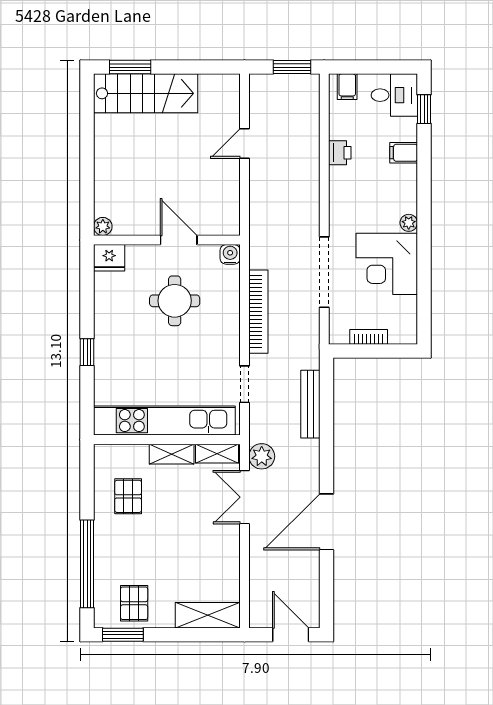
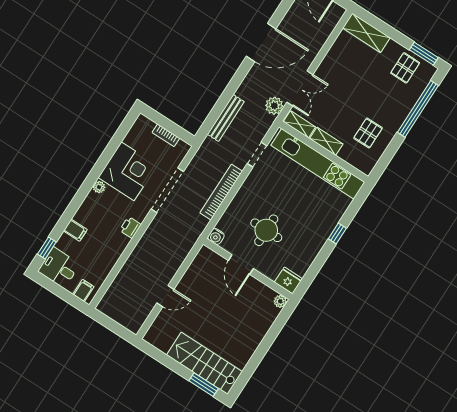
window: (292, 67) -> (108, 323), removed
printer: (340, 153) -> (130, 227), moved

